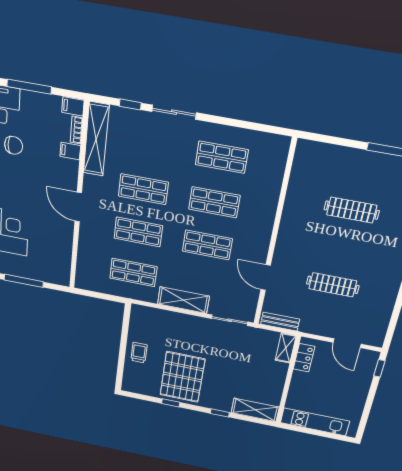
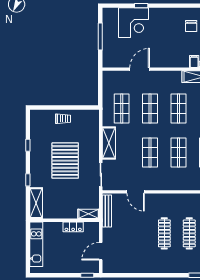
door: (78, 207) -> (140, 69), moved
door: (266, 278) -> (136, 192), swing flipped
clothes rail: (333, 285) -> (164, 233), moved
bench: (280, 322) -> (107, 211), width x1.36
locker: (304, 358) -> (73, 227), moved
pallet: (182, 377) -> (65, 161), moved, turned 90

